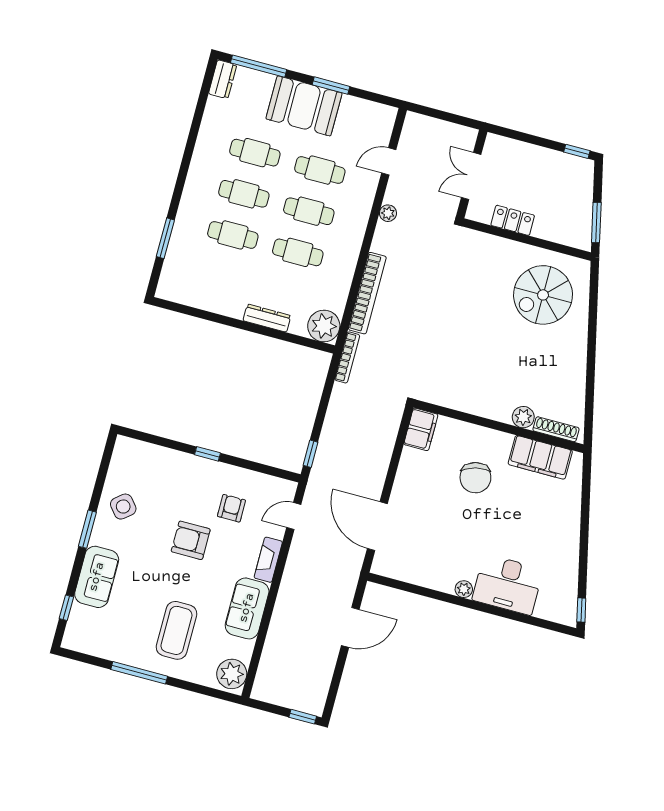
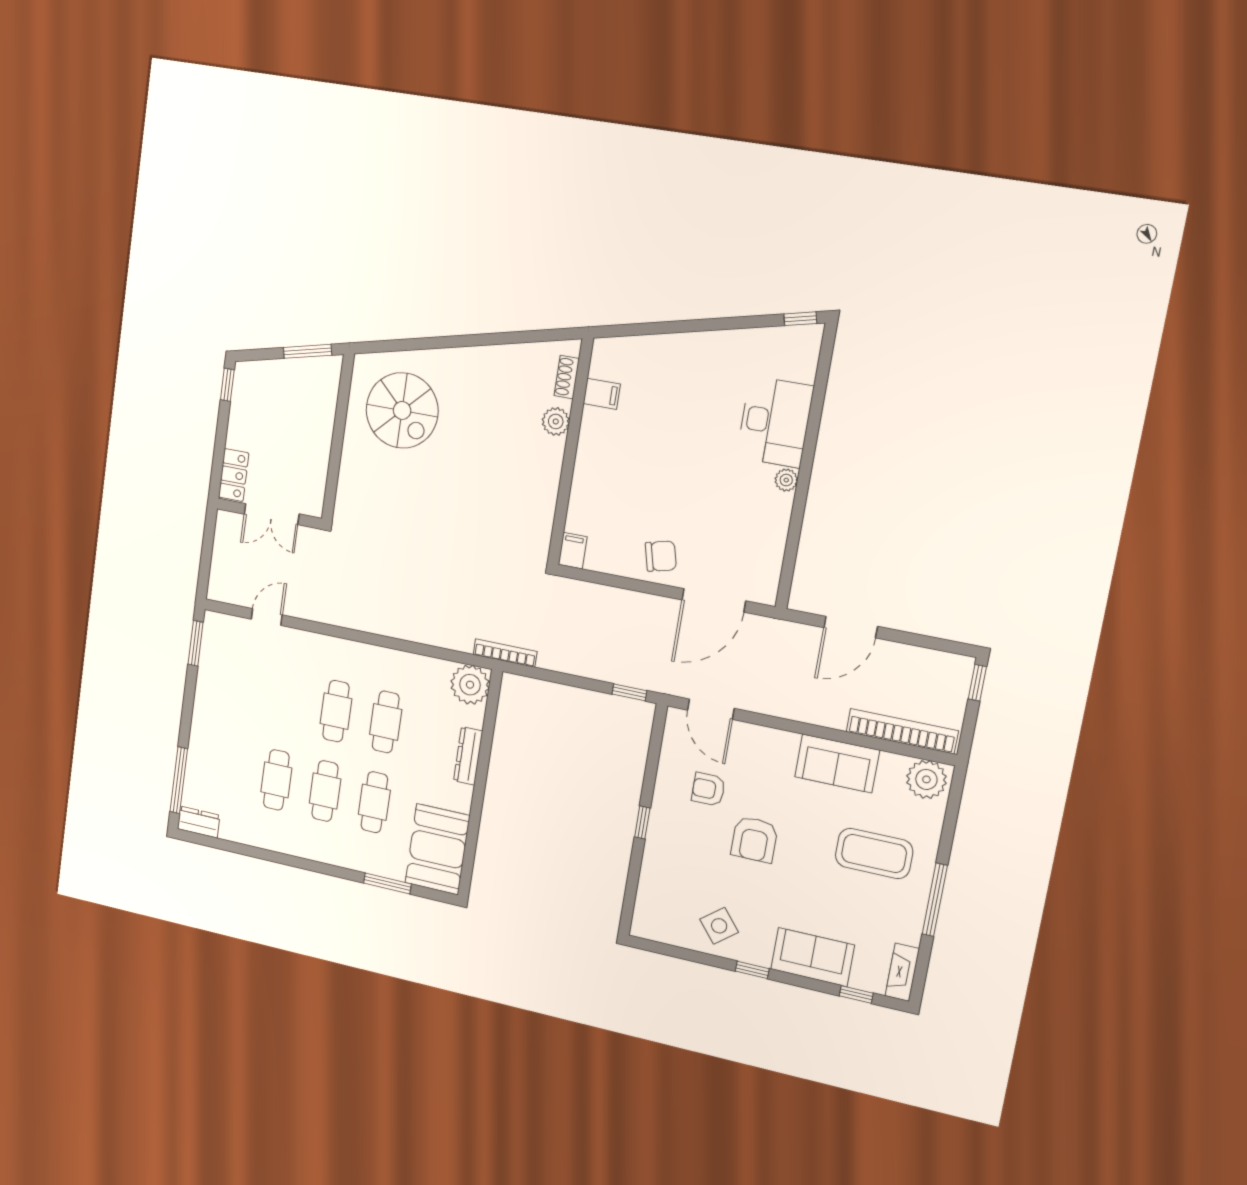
window: (331, 86) -> (196, 643), moved
booth: (304, 106) -> (437, 849), moved
door: (389, 161) -> (267, 617), swing flipped
cafe table: (320, 170) -> (287, 700), removed
plant: (388, 213) -> (327, 614), removed
locker: (513, 220) -> (234, 475), moved, turned 180
bookcase: (367, 293) -> (902, 731), moved
filing cabinet: (421, 429) -> (573, 551), width x0.50
shoe rack: (556, 429) -> (567, 377), width x0.70
filing cabinet: (540, 457) -> (602, 394), width x0.33, depth x0.86
chair: (475, 478) -> (661, 556), moved, width x0.73, depth x0.73
door: (294, 516) -> (711, 709), width x1.37
window: (87, 529) -> (752, 970), width x0.67
fireplace: (268, 560) -> (902, 972), moved, turned 90
door: (350, 627) -> (851, 627), swing flipped

